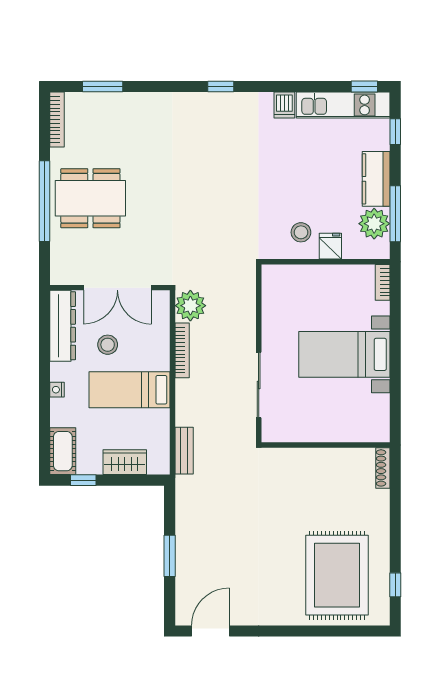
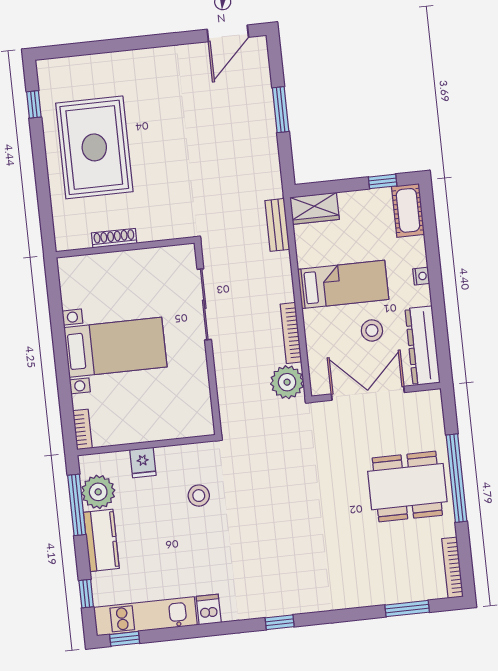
stool: (301, 232) -> (199, 496), moved
wardrobe: (125, 462) -> (315, 208), moved
shoe rack: (383, 468) -> (114, 238), moved, turned -90
rug: (337, 575) -> (94, 147), moved

